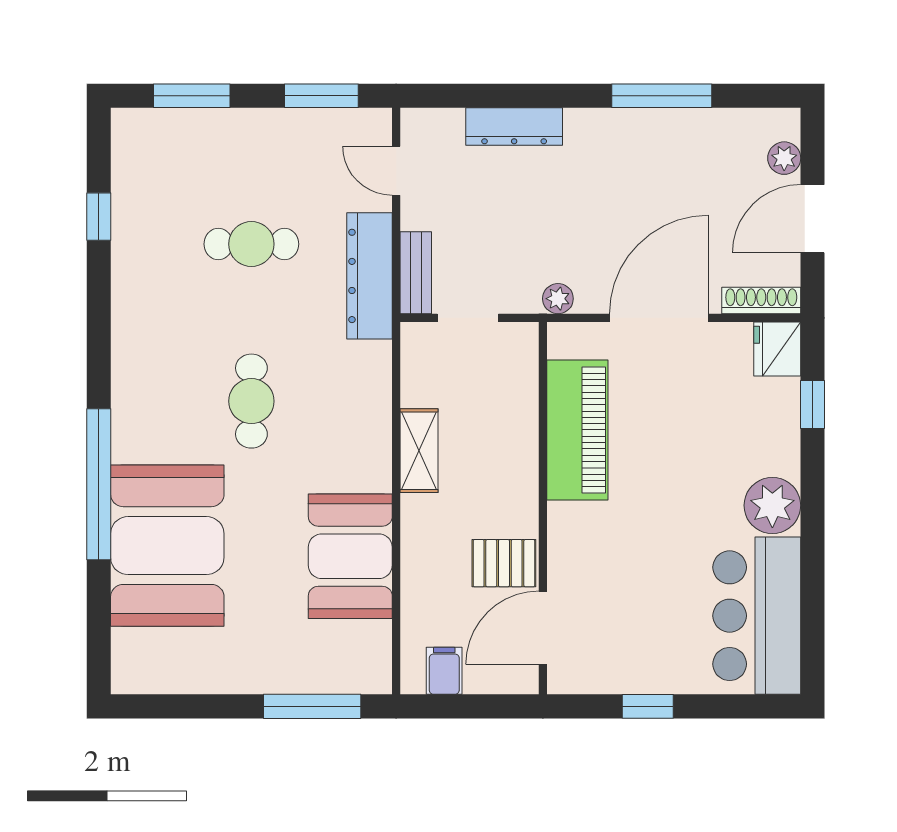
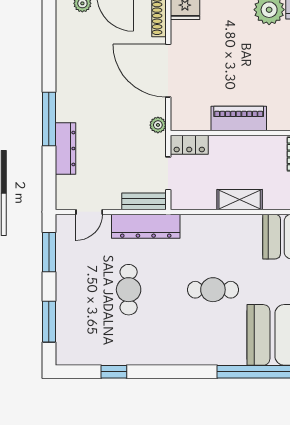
window: (662, 96) -> (49, 119), moved
locker: (521, 357) -> (189, 145), added
piano: (577, 430) -> (239, 119), width x0.73, depth x0.75

